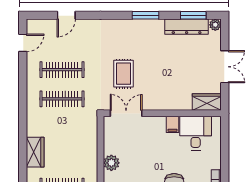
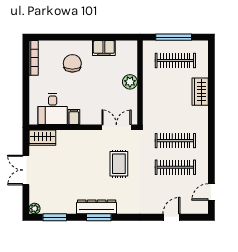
dresser: (187, 27) -> (97, 207), moved
double door: (126, 113) -> (116, 127), swing flipped

